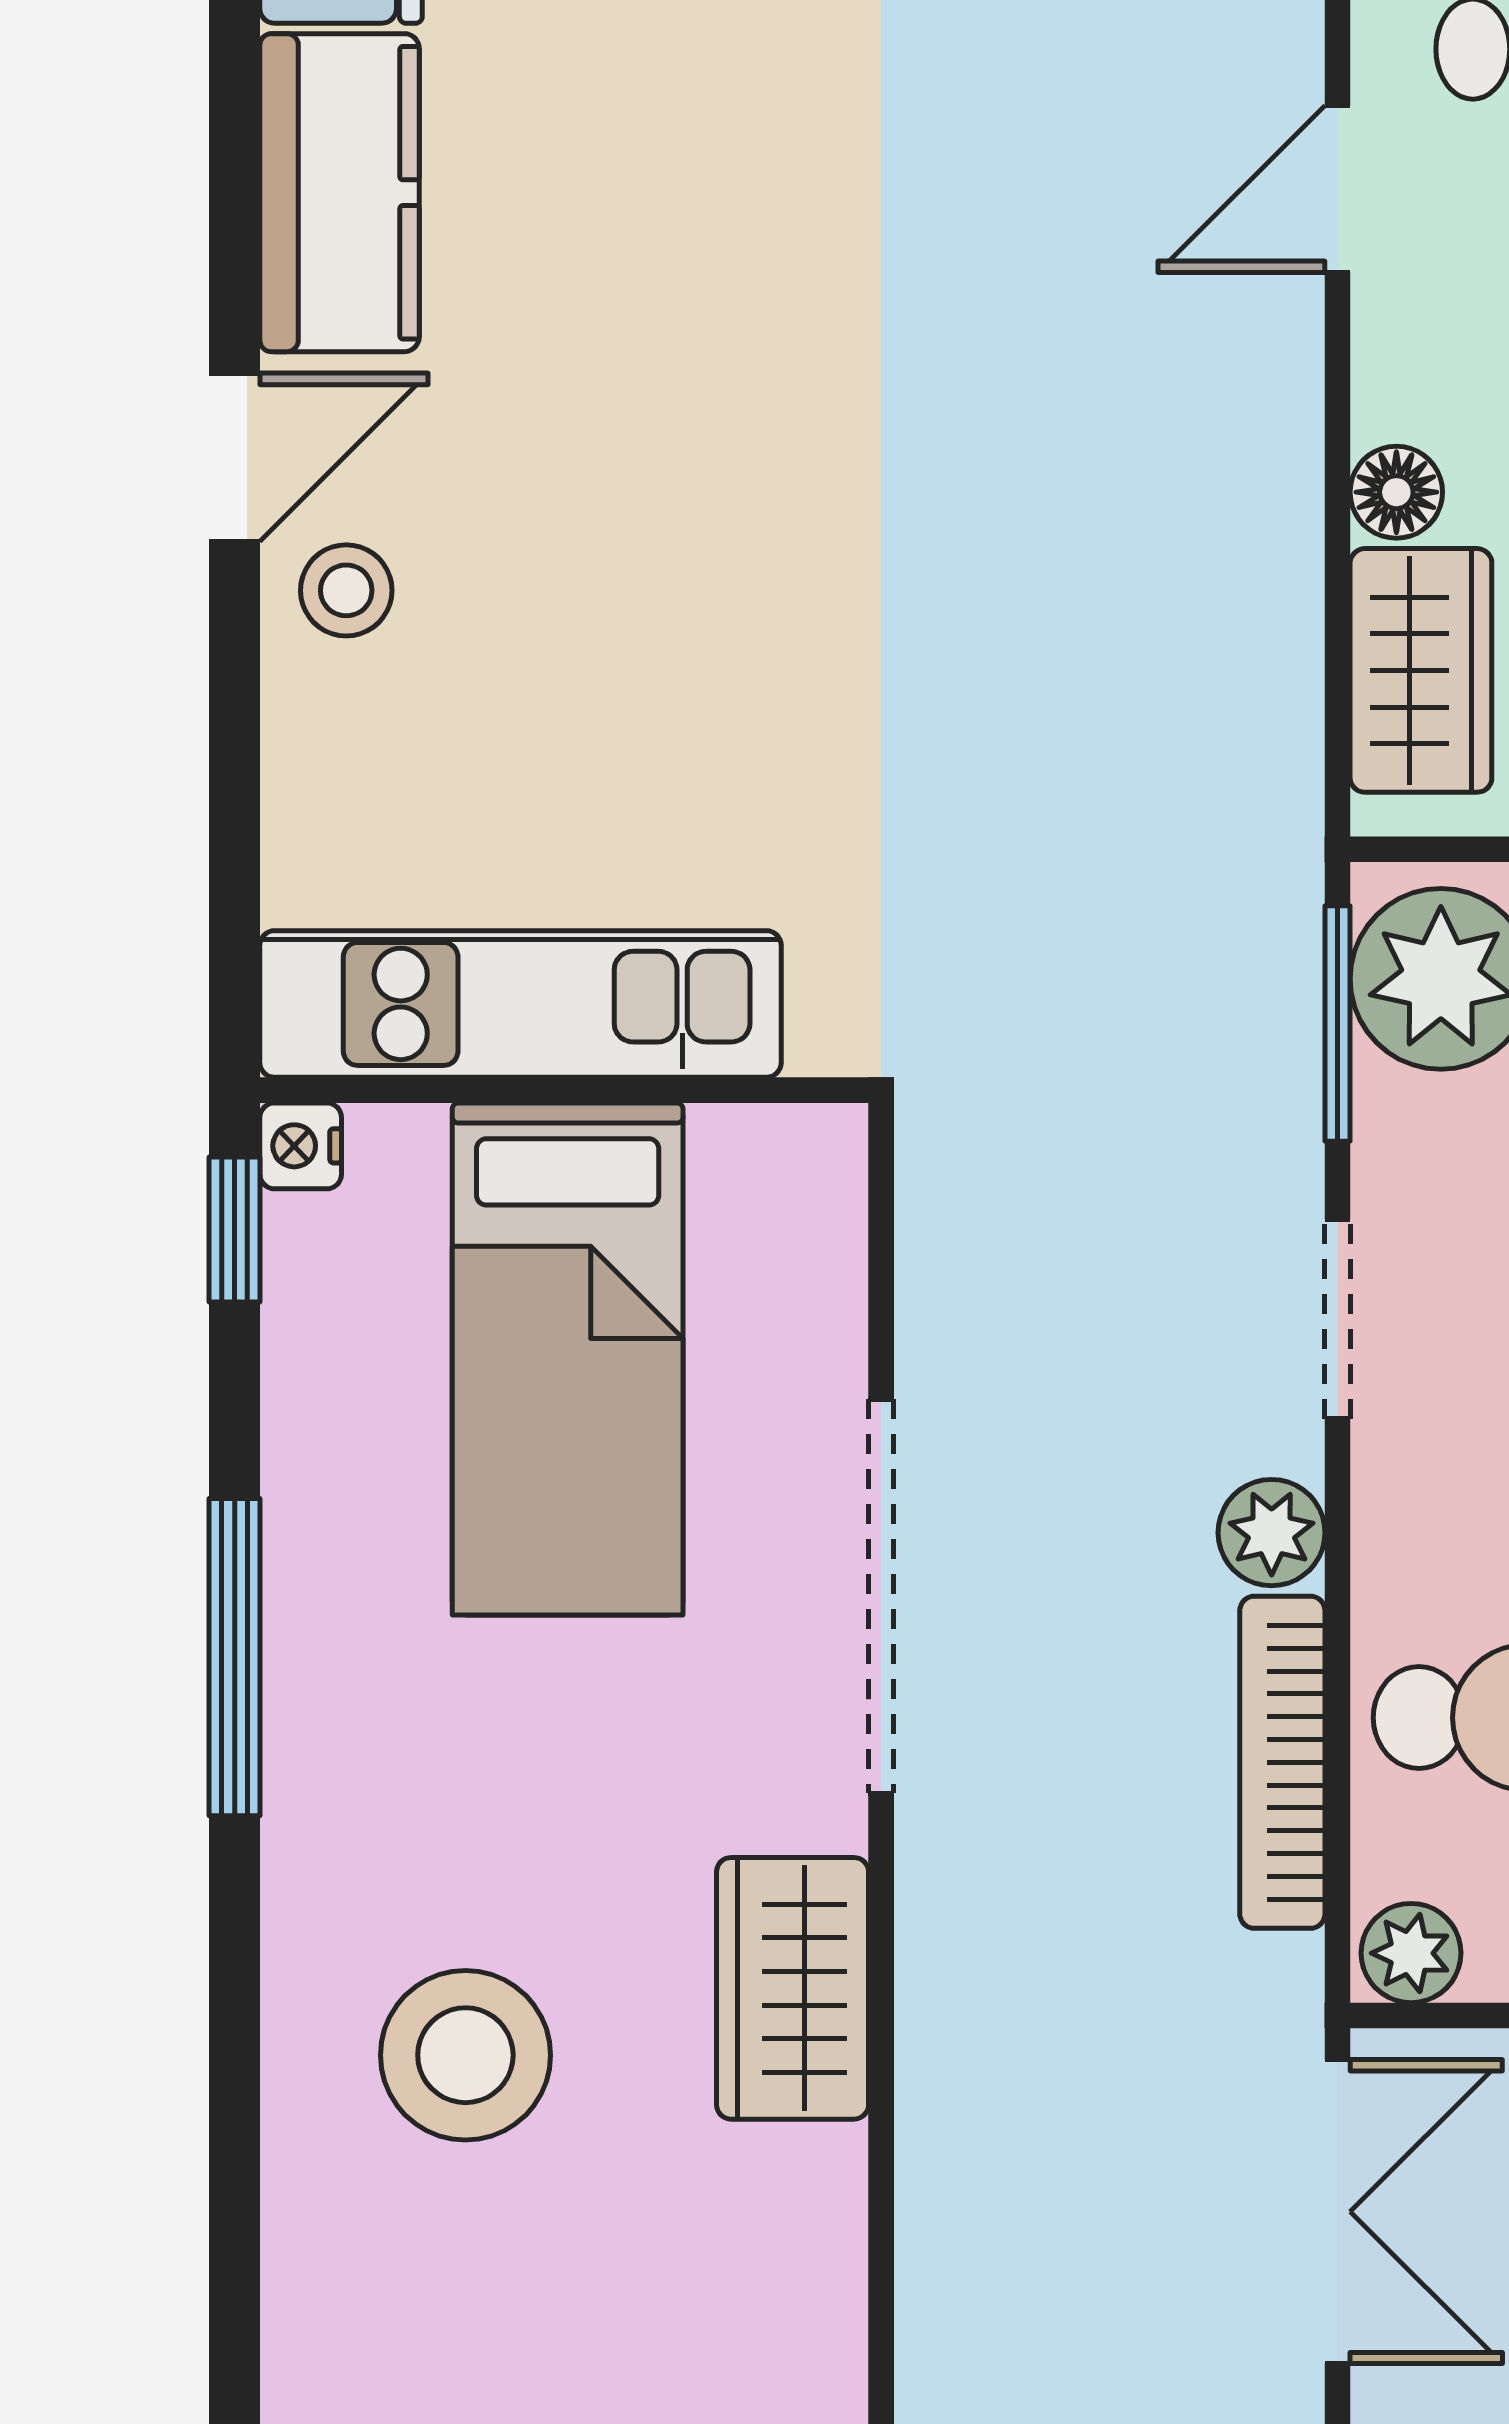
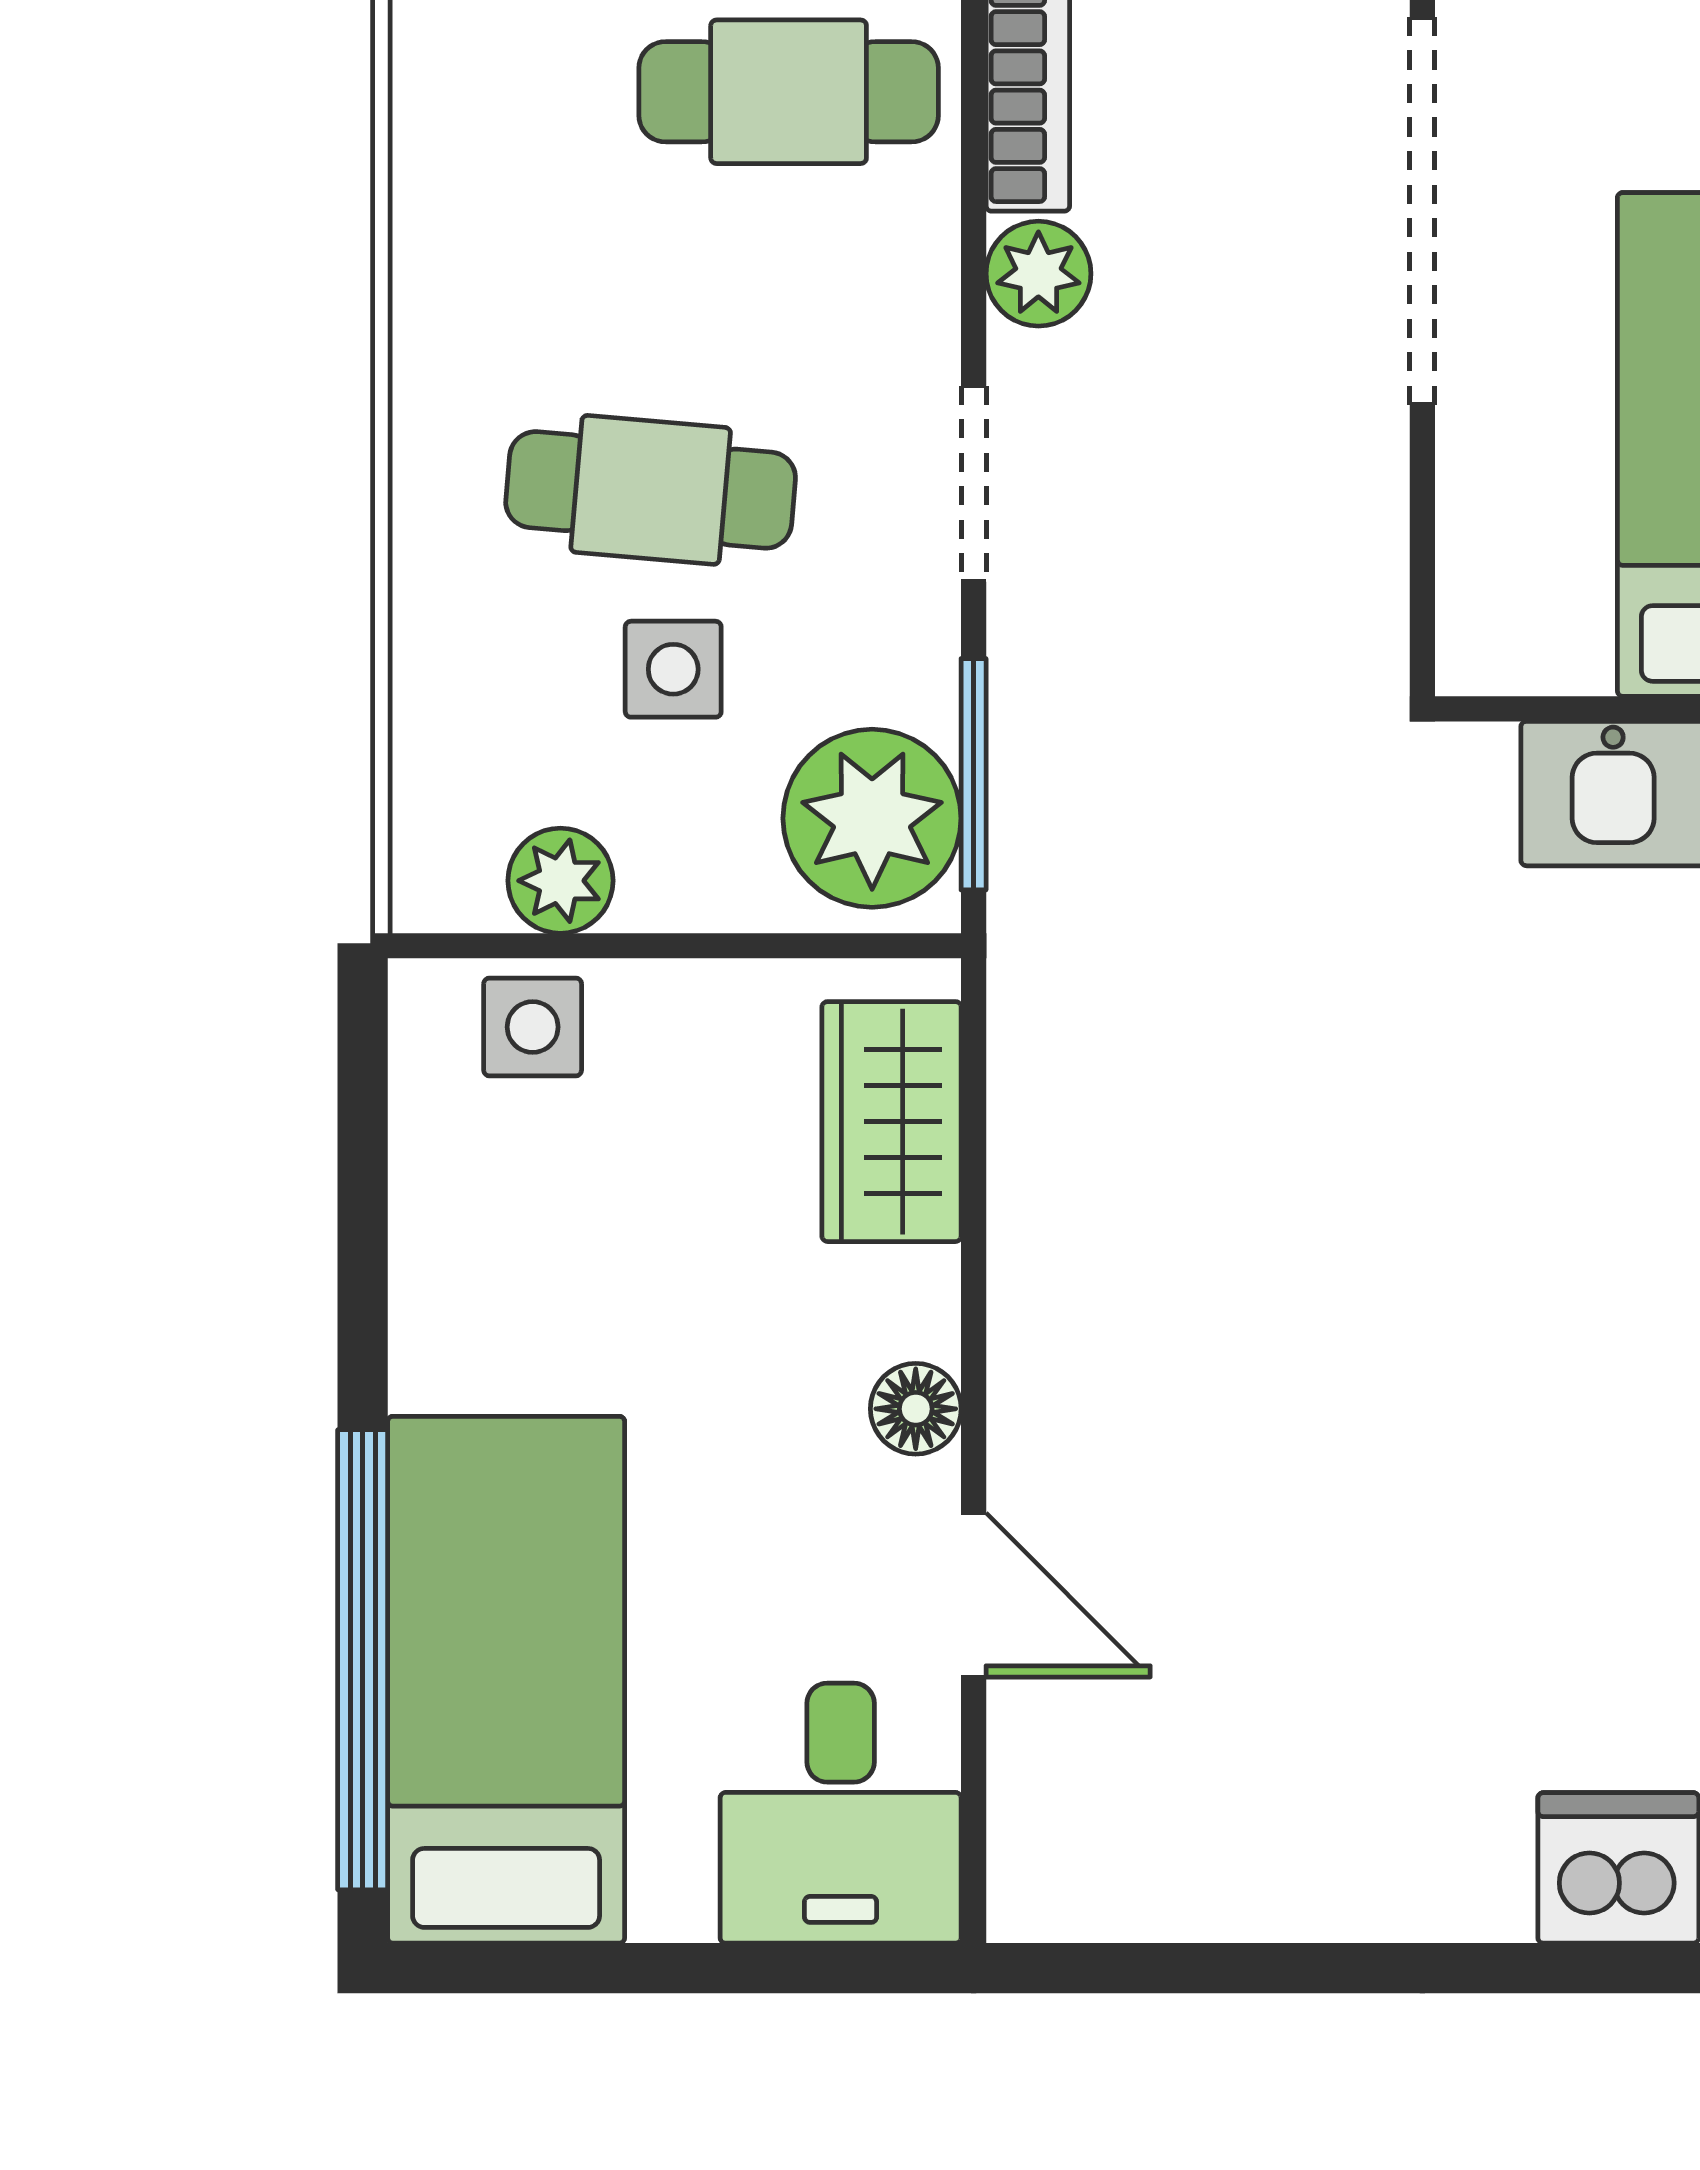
door: (1338, 189) -> (974, 1595), hinge flipped
floor lamp: (1396, 492) -> (916, 1409), moved

